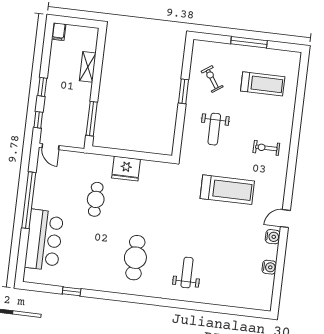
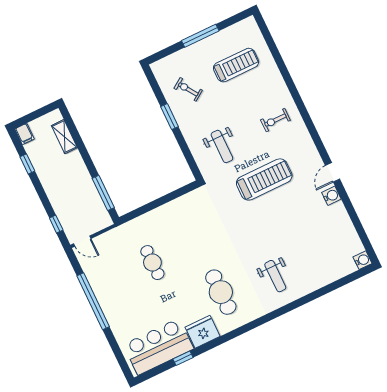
shelving: (88, 67) -> (64, 137), moved
window: (42, 87) -> (27, 164), moved
weight bench: (214, 129) -> (222, 146), moved
fridge: (126, 169) -> (203, 332), moved, turned 180
bar counter: (44, 240) -> (158, 347), moved, turned -90
water cooler: (269, 267) -> (362, 260), moved
weight bench: (187, 272) -> (275, 276), turned 180

